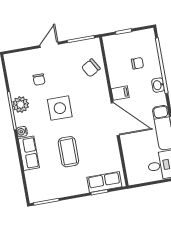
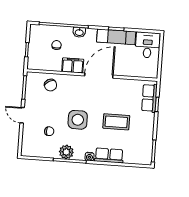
filing cabinet: (120, 93) -> (73, 65), width x2.00

